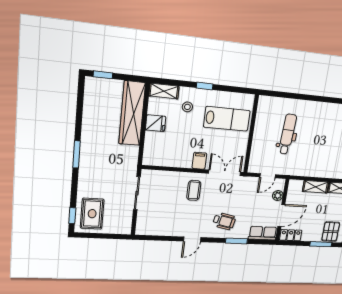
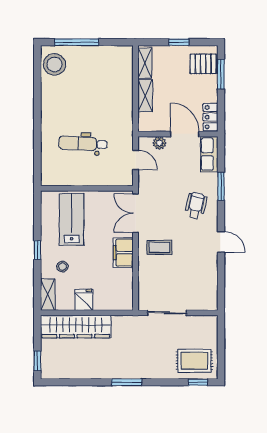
filing cabinet: (199, 161) -> (123, 253), width x2.00

